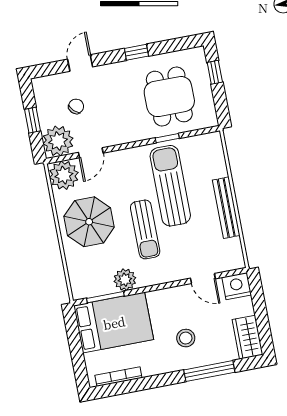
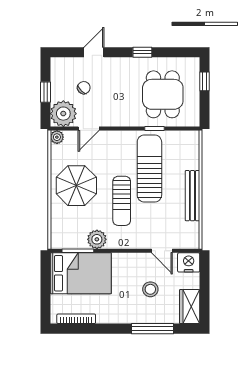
plant: (64, 175) -> (57, 137), width x0.53, depth x0.53
stool: (186, 338) -> (150, 289), moved

